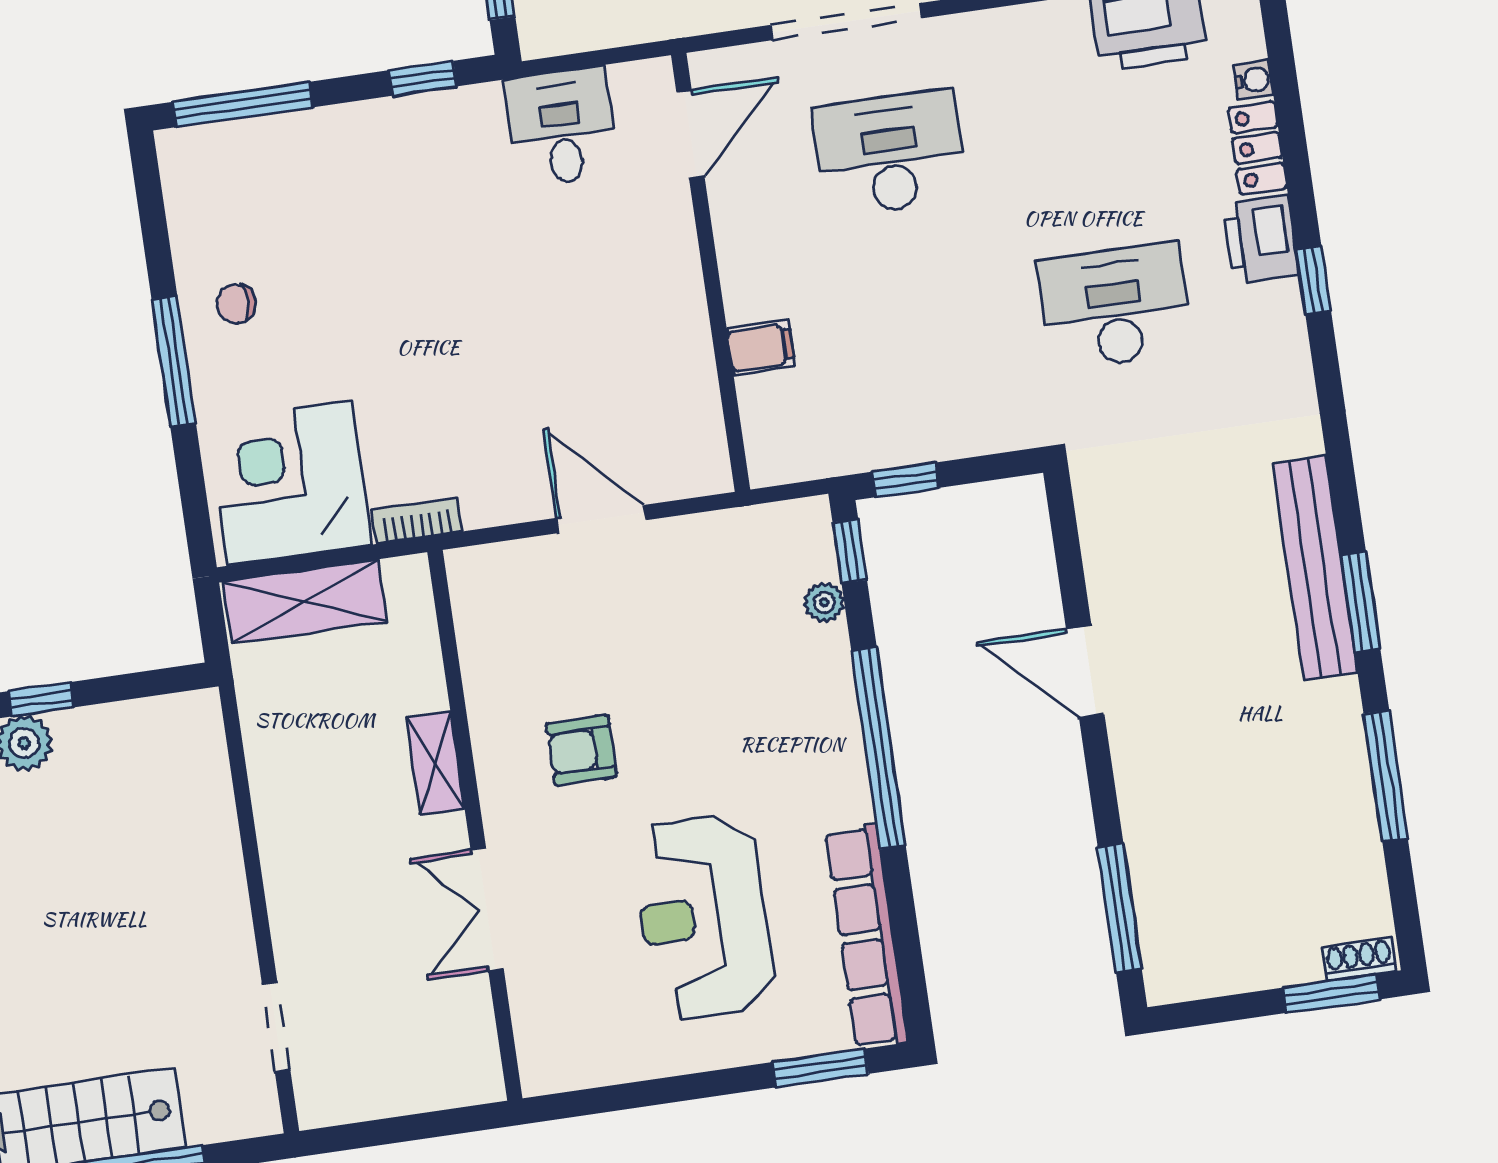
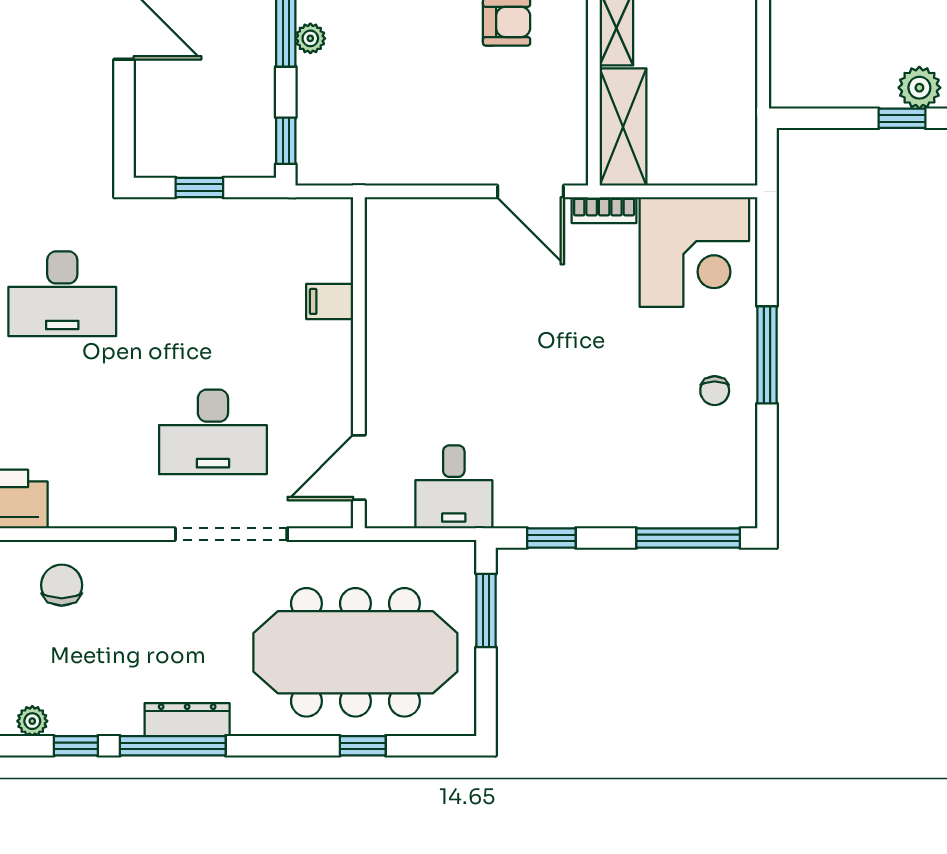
chair: (236, 304) -> (715, 391), turned 90
window: (906, 480) -> (199, 188), moved
door: (601, 519) -> (530, 191), moved
shelving: (305, 602) -> (623, 127), moved, turned 90
plant: (824, 602) -> (310, 38), moved

